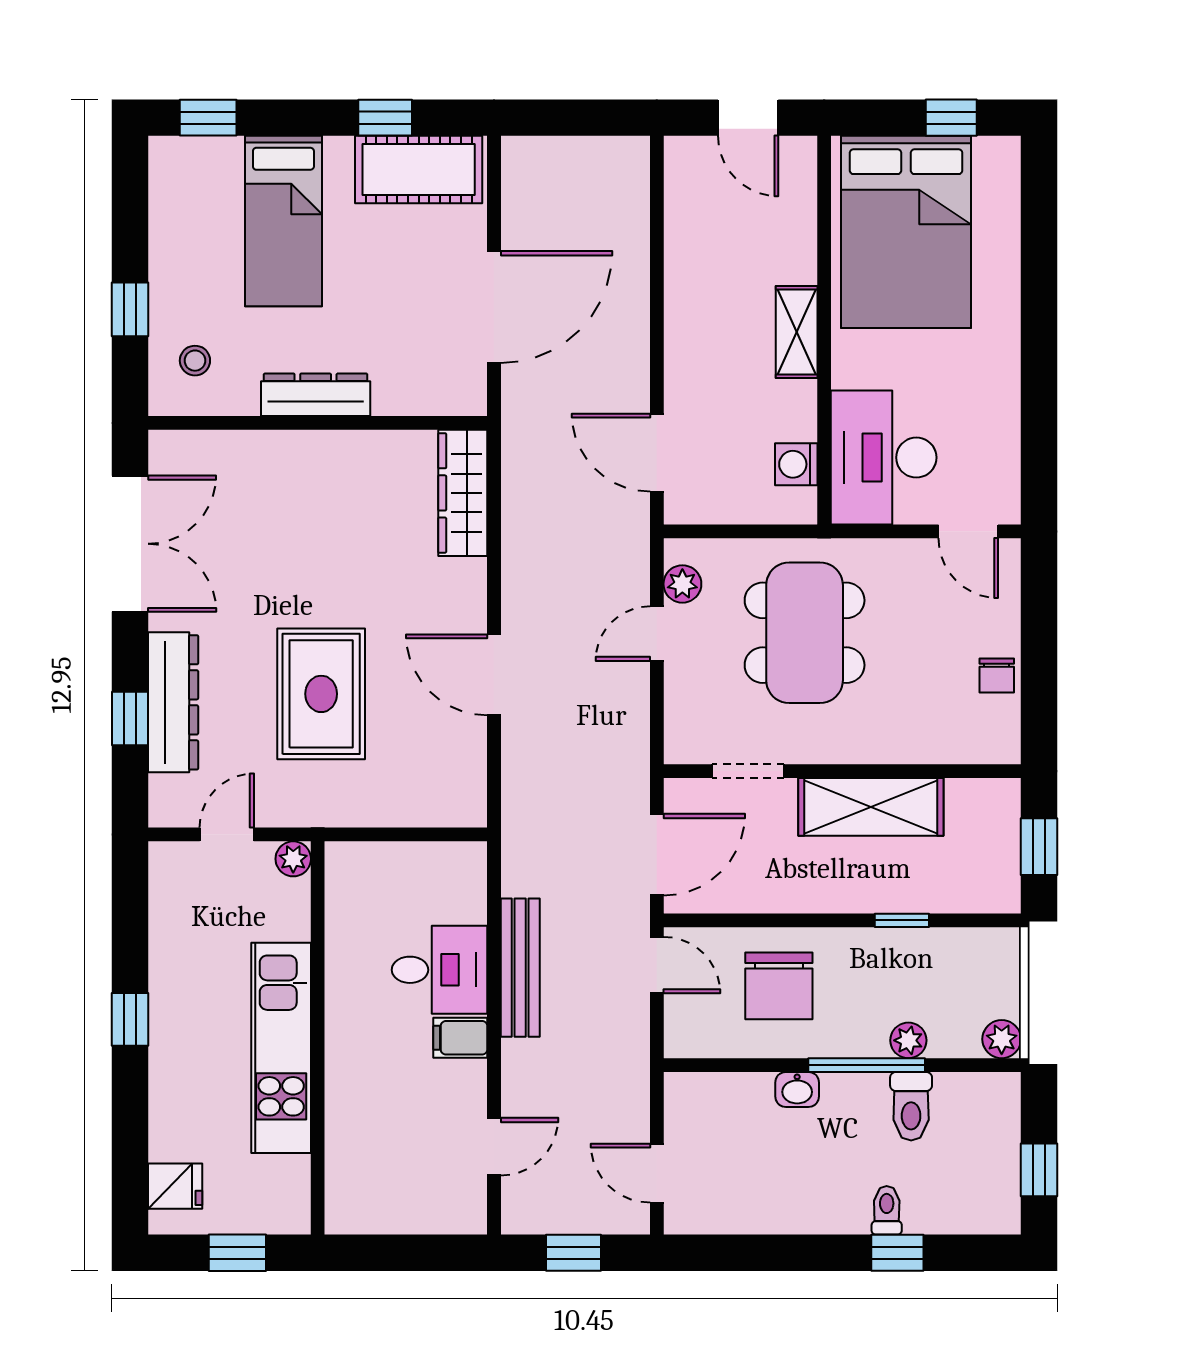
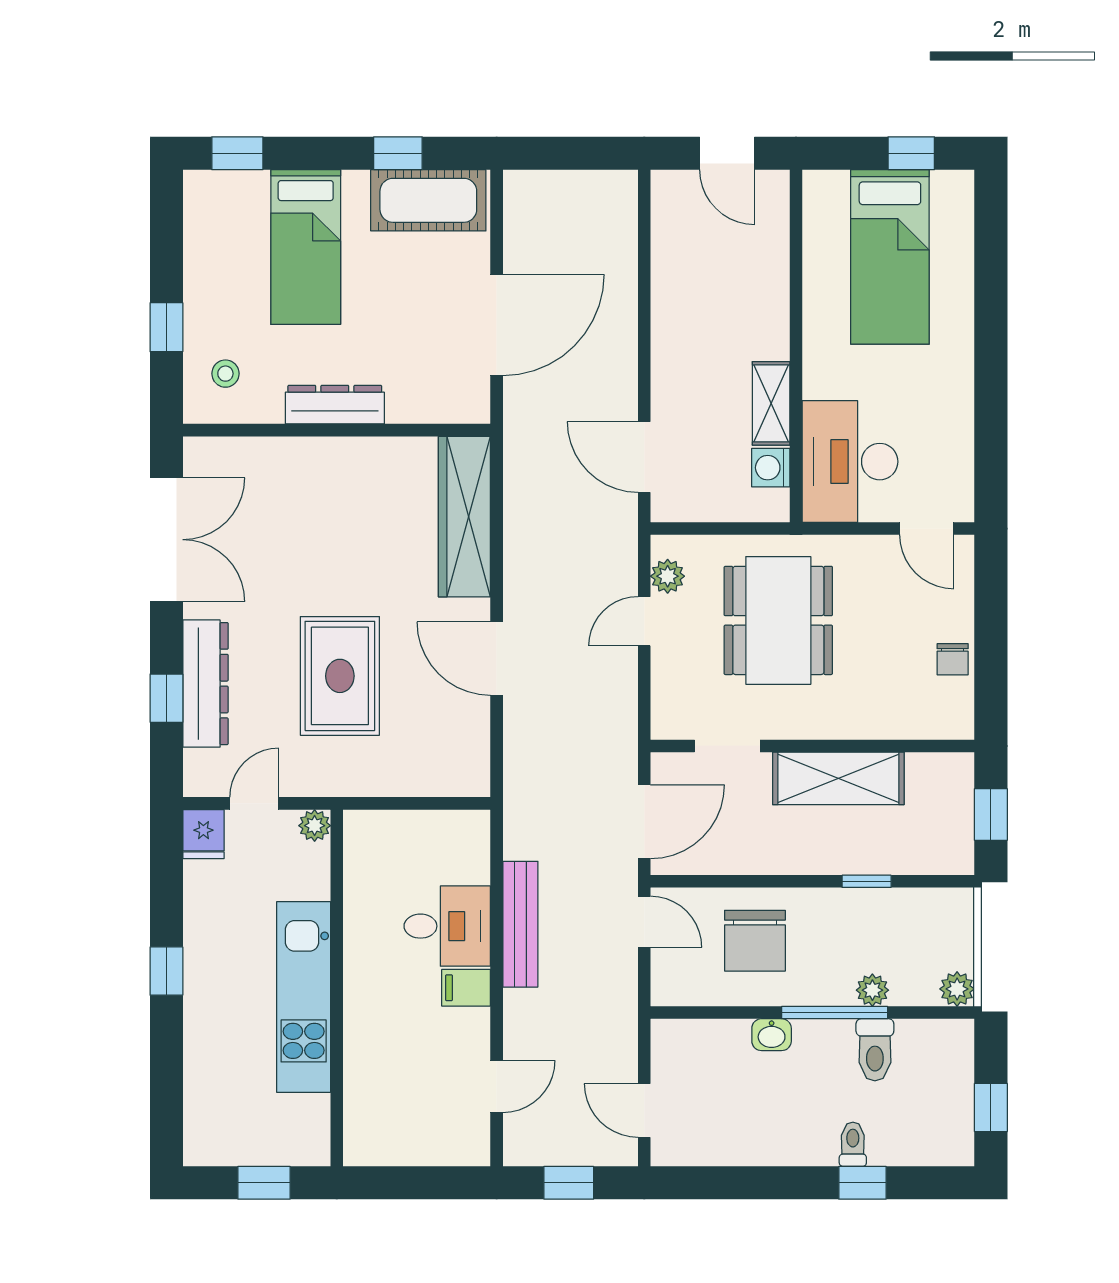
bed: (906, 232) -> (890, 257), width x0.67
shelving: (797, 332) -> (771, 403), moved
wardrobe: (463, 493) -> (464, 517), width x1.40, depth x1.17
fridge: (175, 1186) -> (203, 834), moved, turned 90

